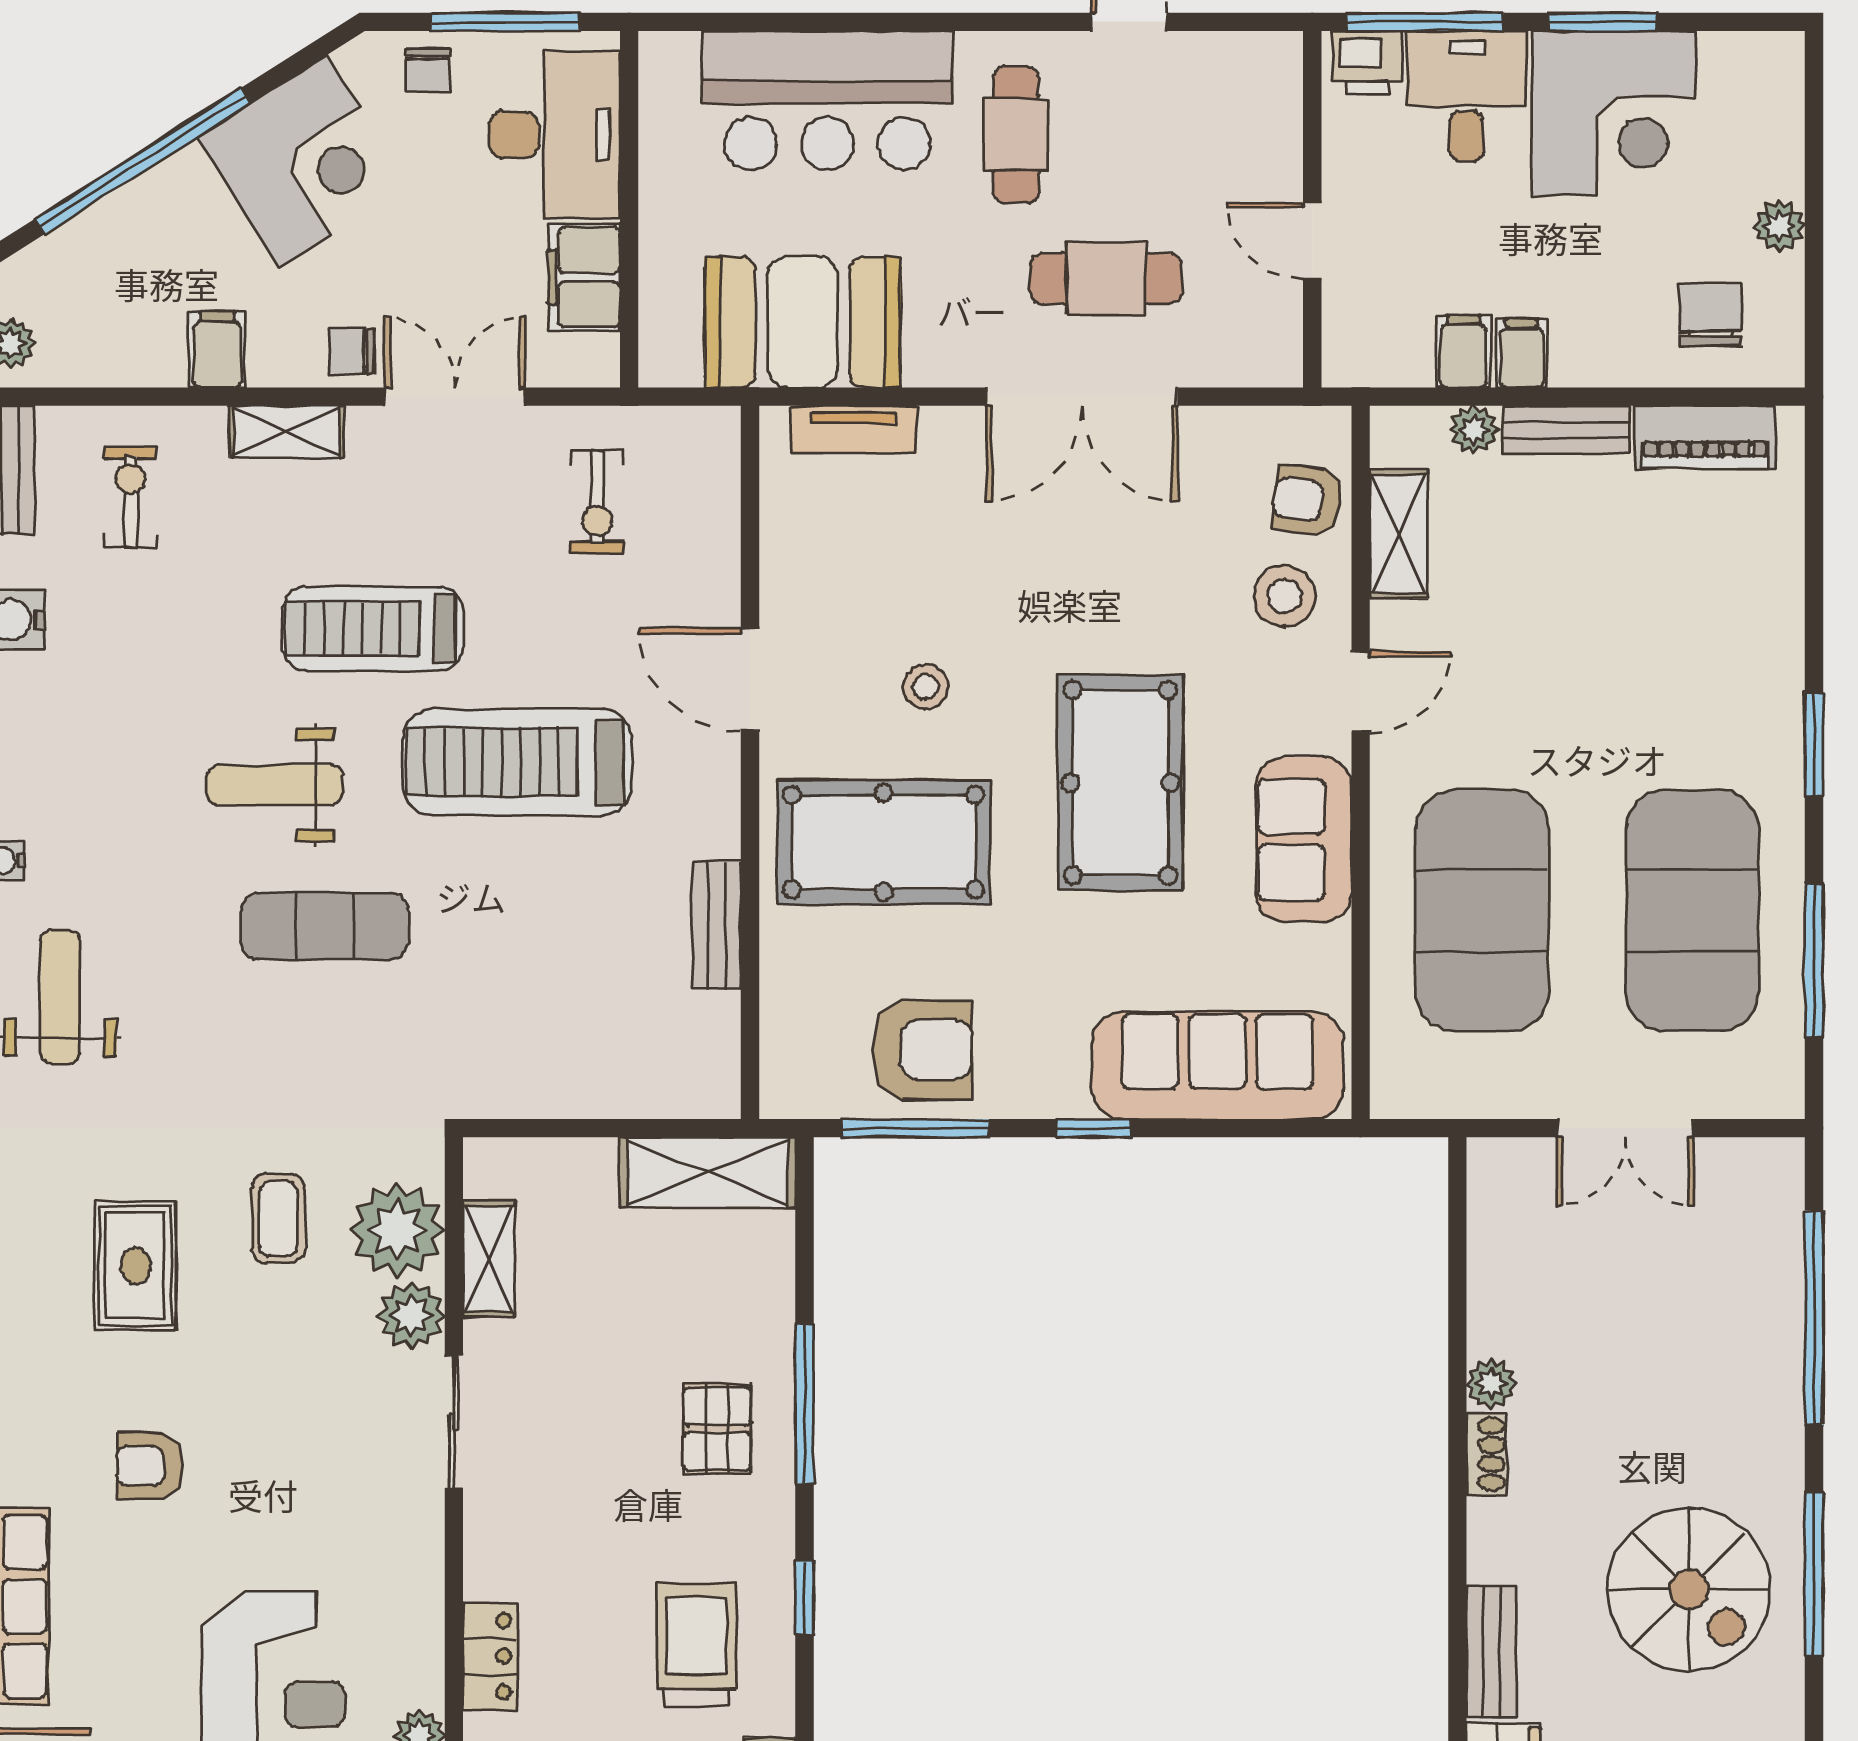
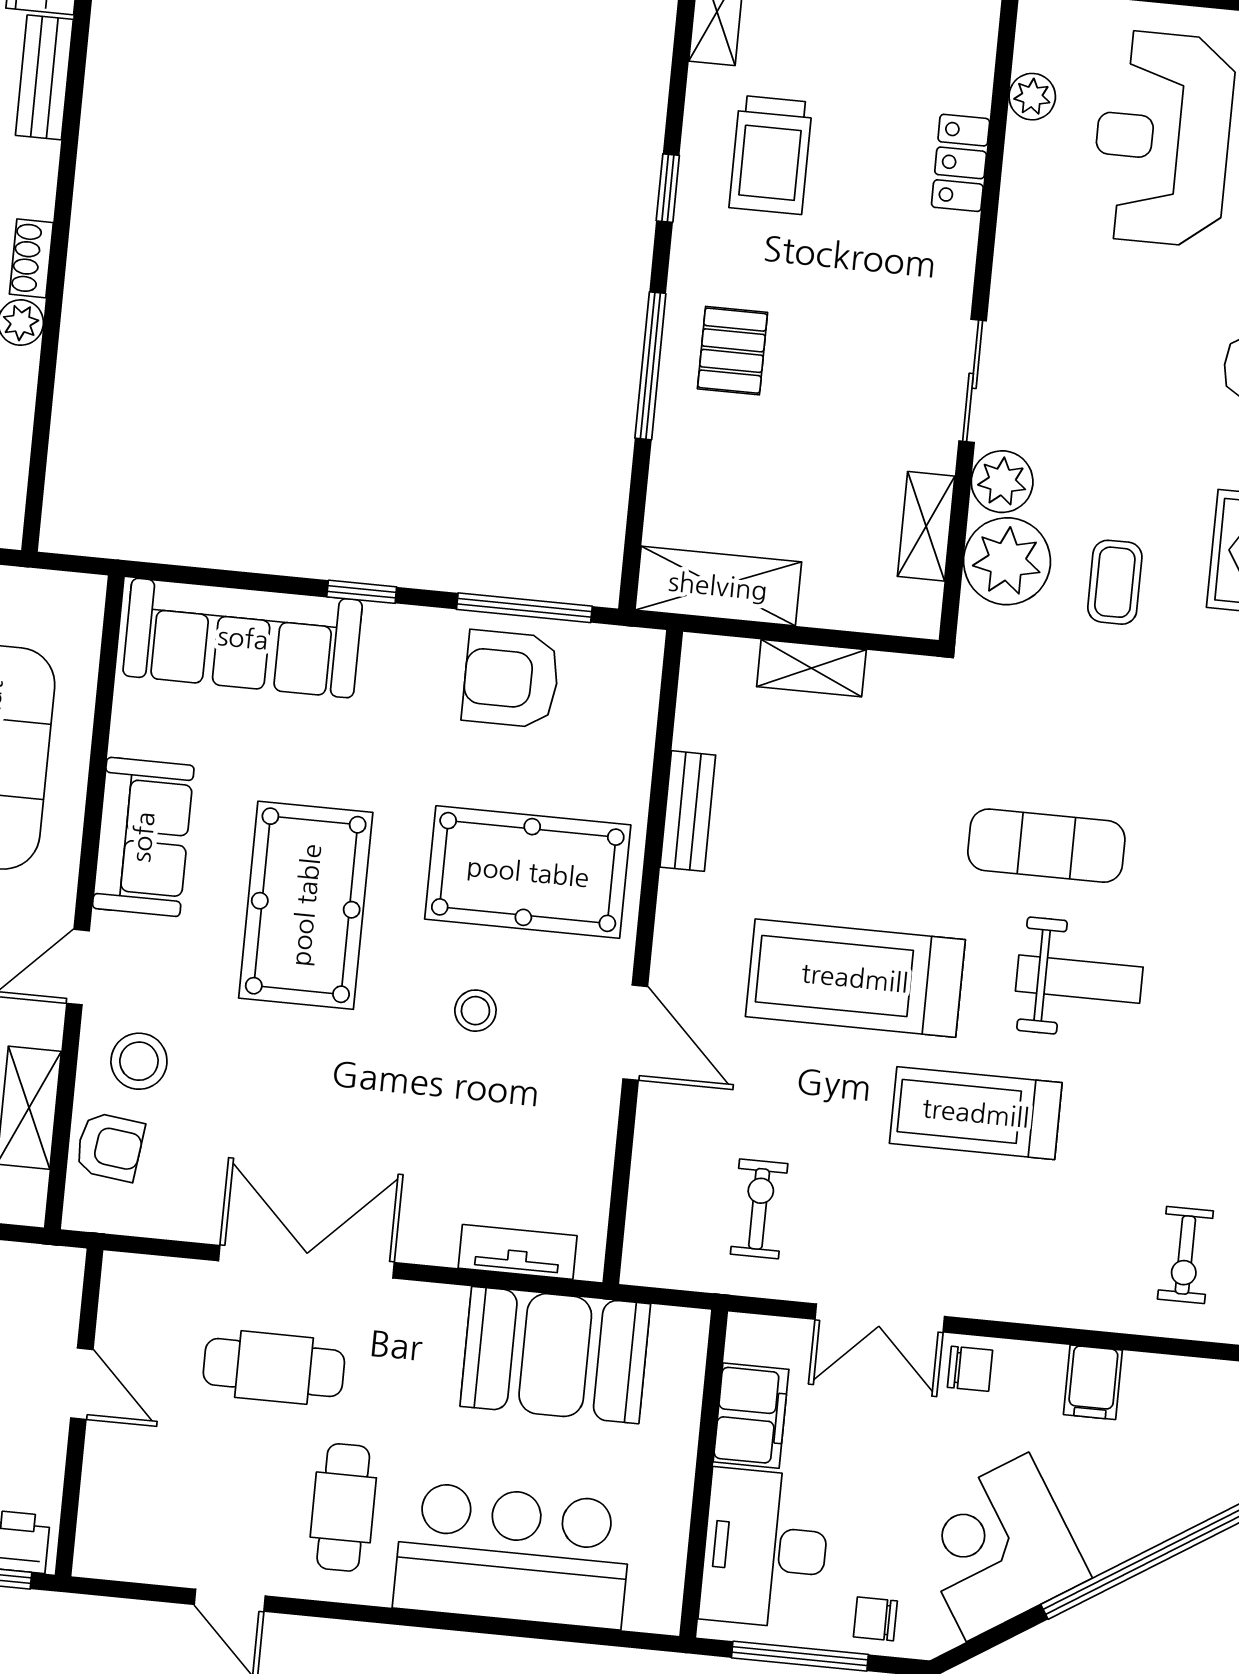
chair: (428, 70) -> (875, 1619), turned -90
shelving: (287, 432) -> (811, 668), moved
treadmill: (373, 629) -> (976, 1113), turned 180
treadmill: (517, 762) -> (855, 978), turned 180

